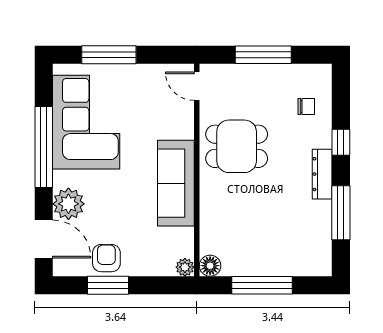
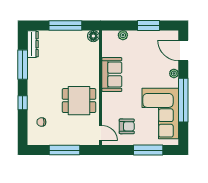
dresser: (322, 174) -> (33, 44), moved
sofa: (176, 183) -> (112, 75), width x0.73
plant: (68, 204) -> (174, 73), width x0.53, depth x0.53
armchair: (106, 258) -> (127, 126), moved, turned -90
plant: (185, 267) -> (123, 35), moved

